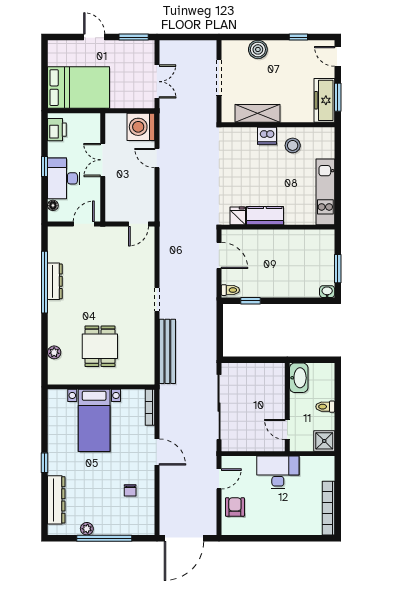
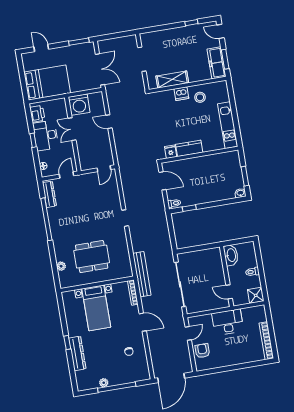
door: (94, 37) -> (41, 48), moved
boiler: (258, 49) -> (165, 36), removed
double door: (157, 82) -> (100, 69), width x1.37
washing machine: (141, 127) -> (79, 105), moved, turned -90
desk: (64, 178) -> (46, 135), moved
dresser: (55, 281) -> (49, 194), moved
dining table: (100, 346) -> (92, 257), width x1.38
bench: (167, 351) -> (142, 274), moved
dresser: (56, 500) -> (77, 353), moved

